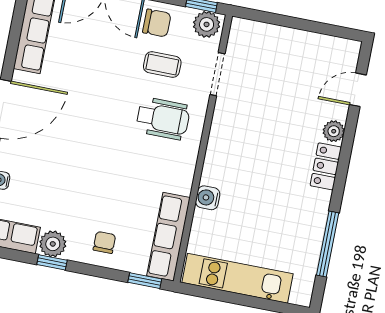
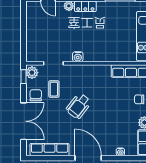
wheelchair: (163, 118) -> (79, 106), moved, turned -142
water cooler: (208, 198) -> (78, 57), moved

